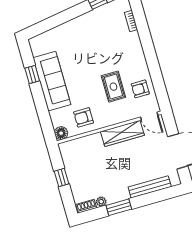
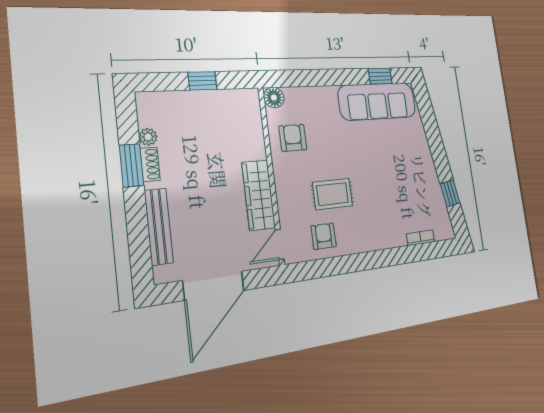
window: (32, 75) -> (380, 76), moved
sofa: (52, 81) -> (377, 102), moved
shoe rack: (86, 206) -> (150, 164), moved

